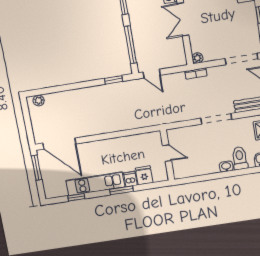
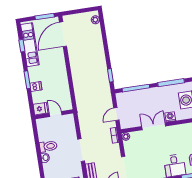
door: (152, 74) -> (116, 114), moved
door: (167, 153) -> (56, 114), swing flipped
toilet: (240, 158) -> (48, 146), moved
fridge: (144, 175) -> (40, 109), moved
kitchen unit: (95, 184) -> (30, 45), moved

